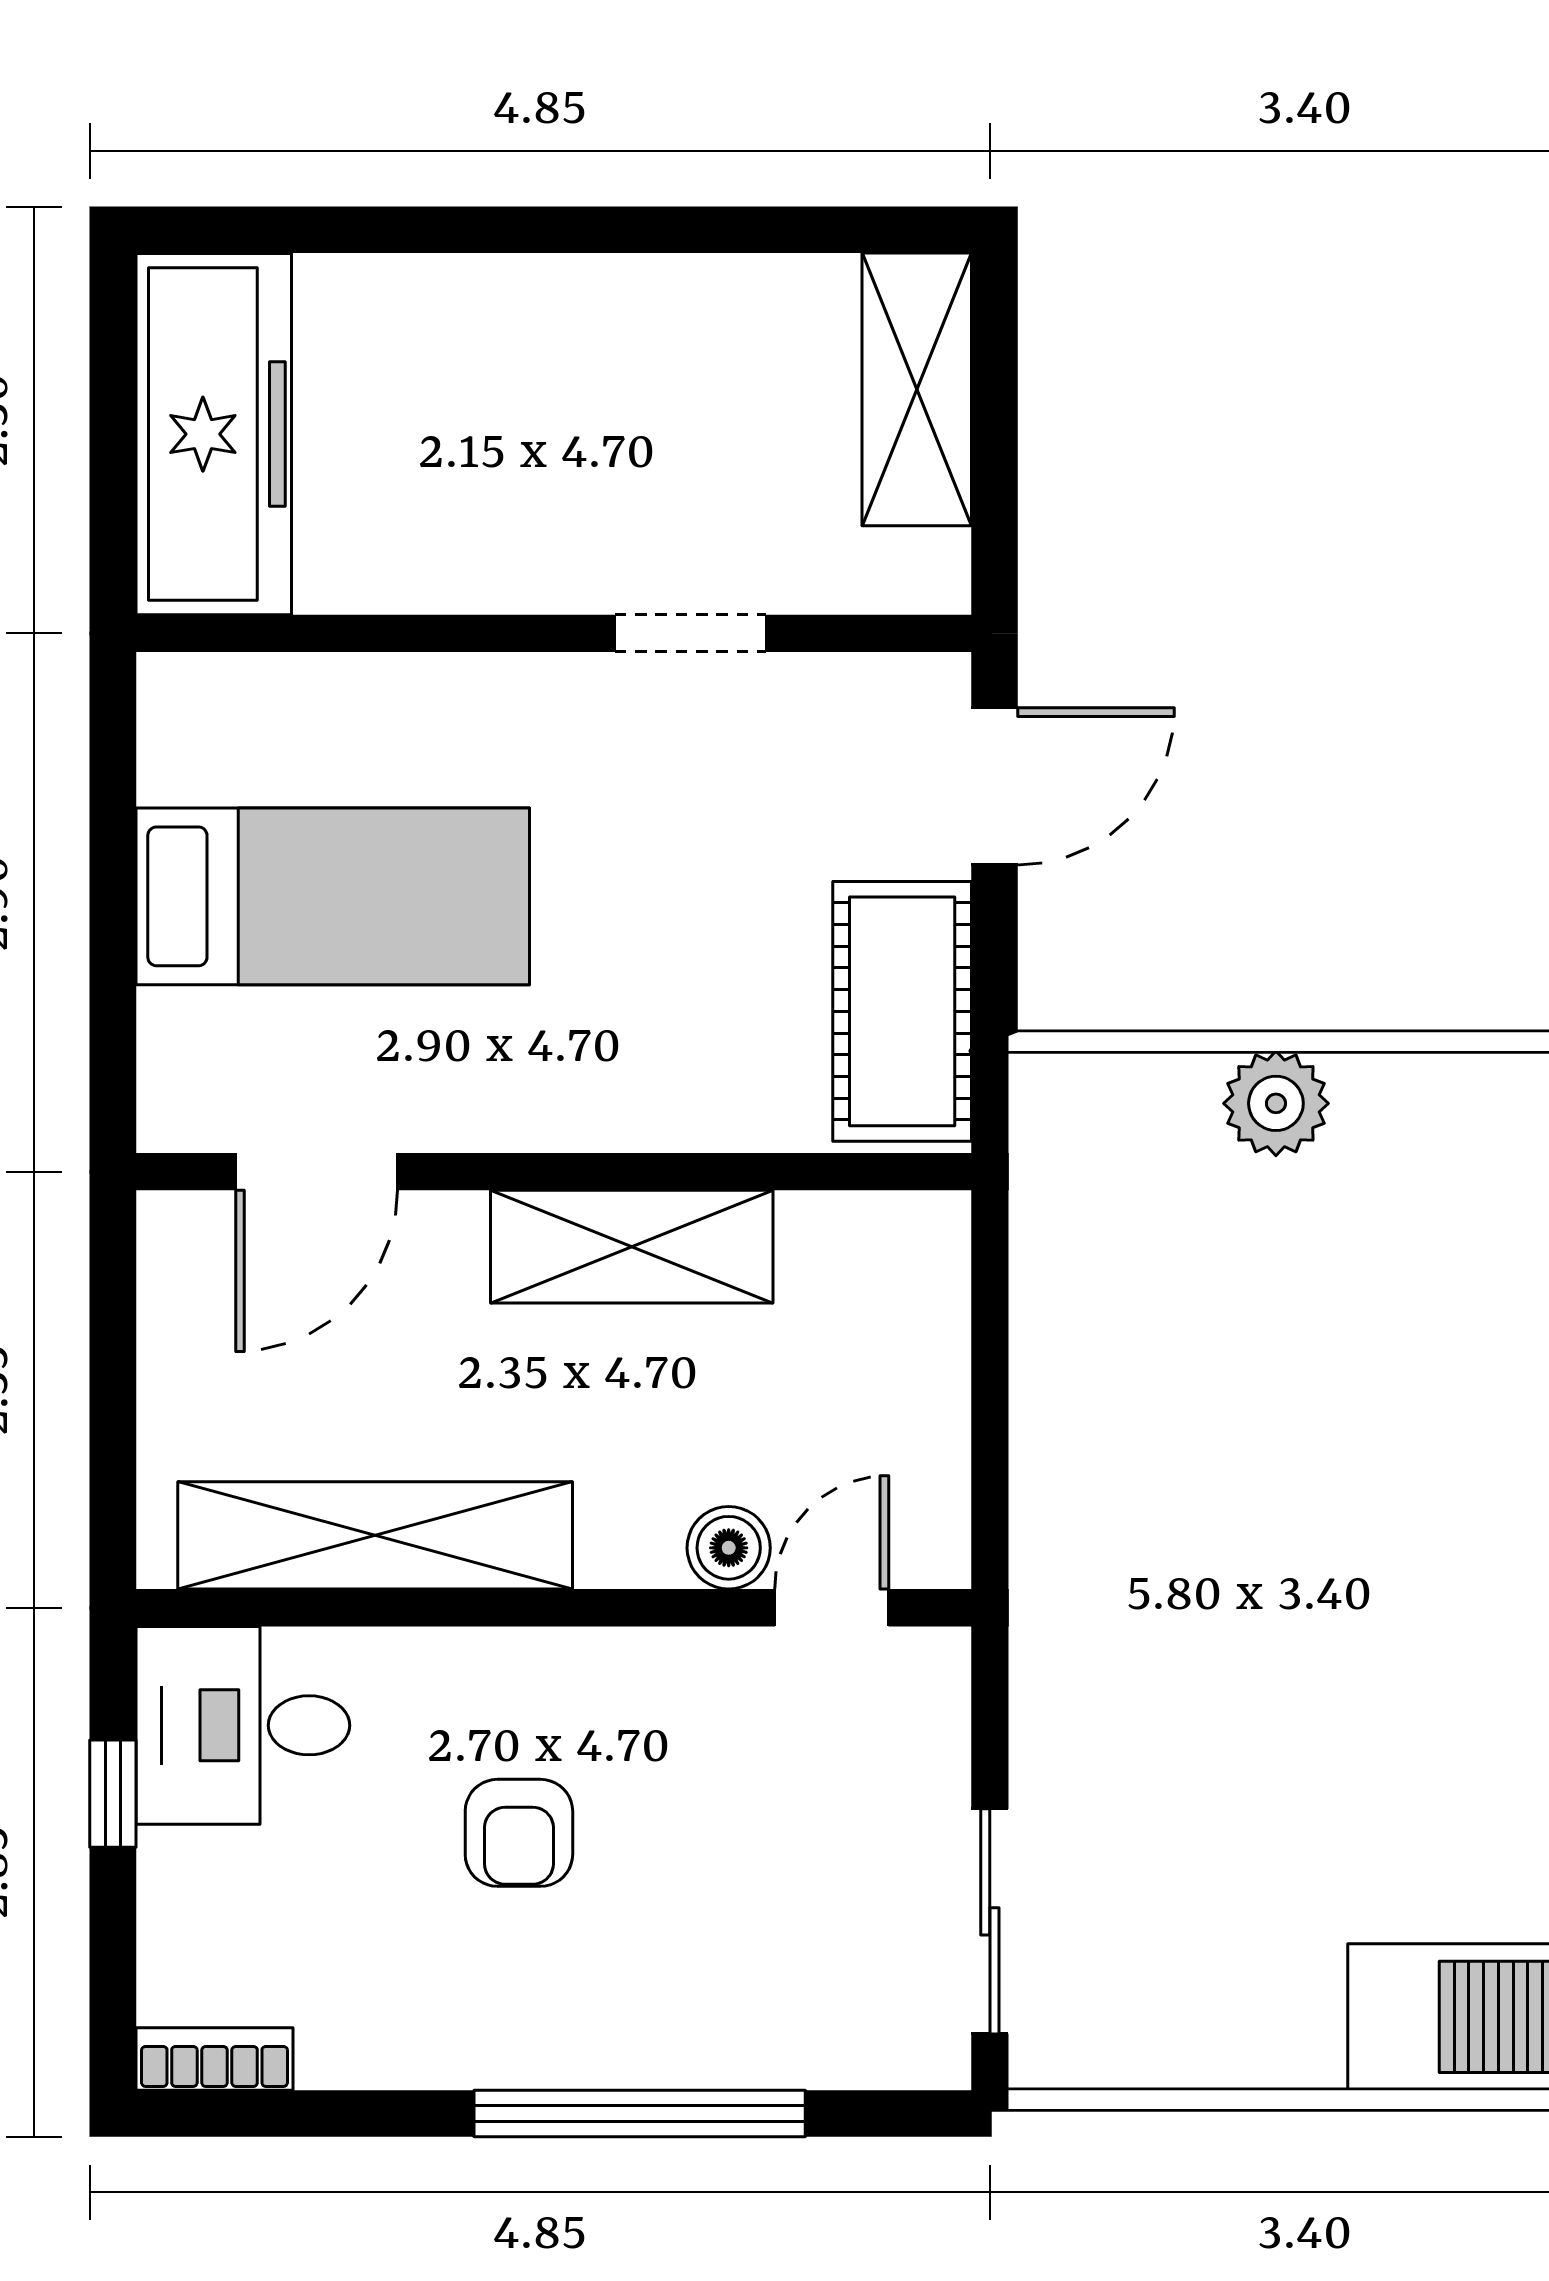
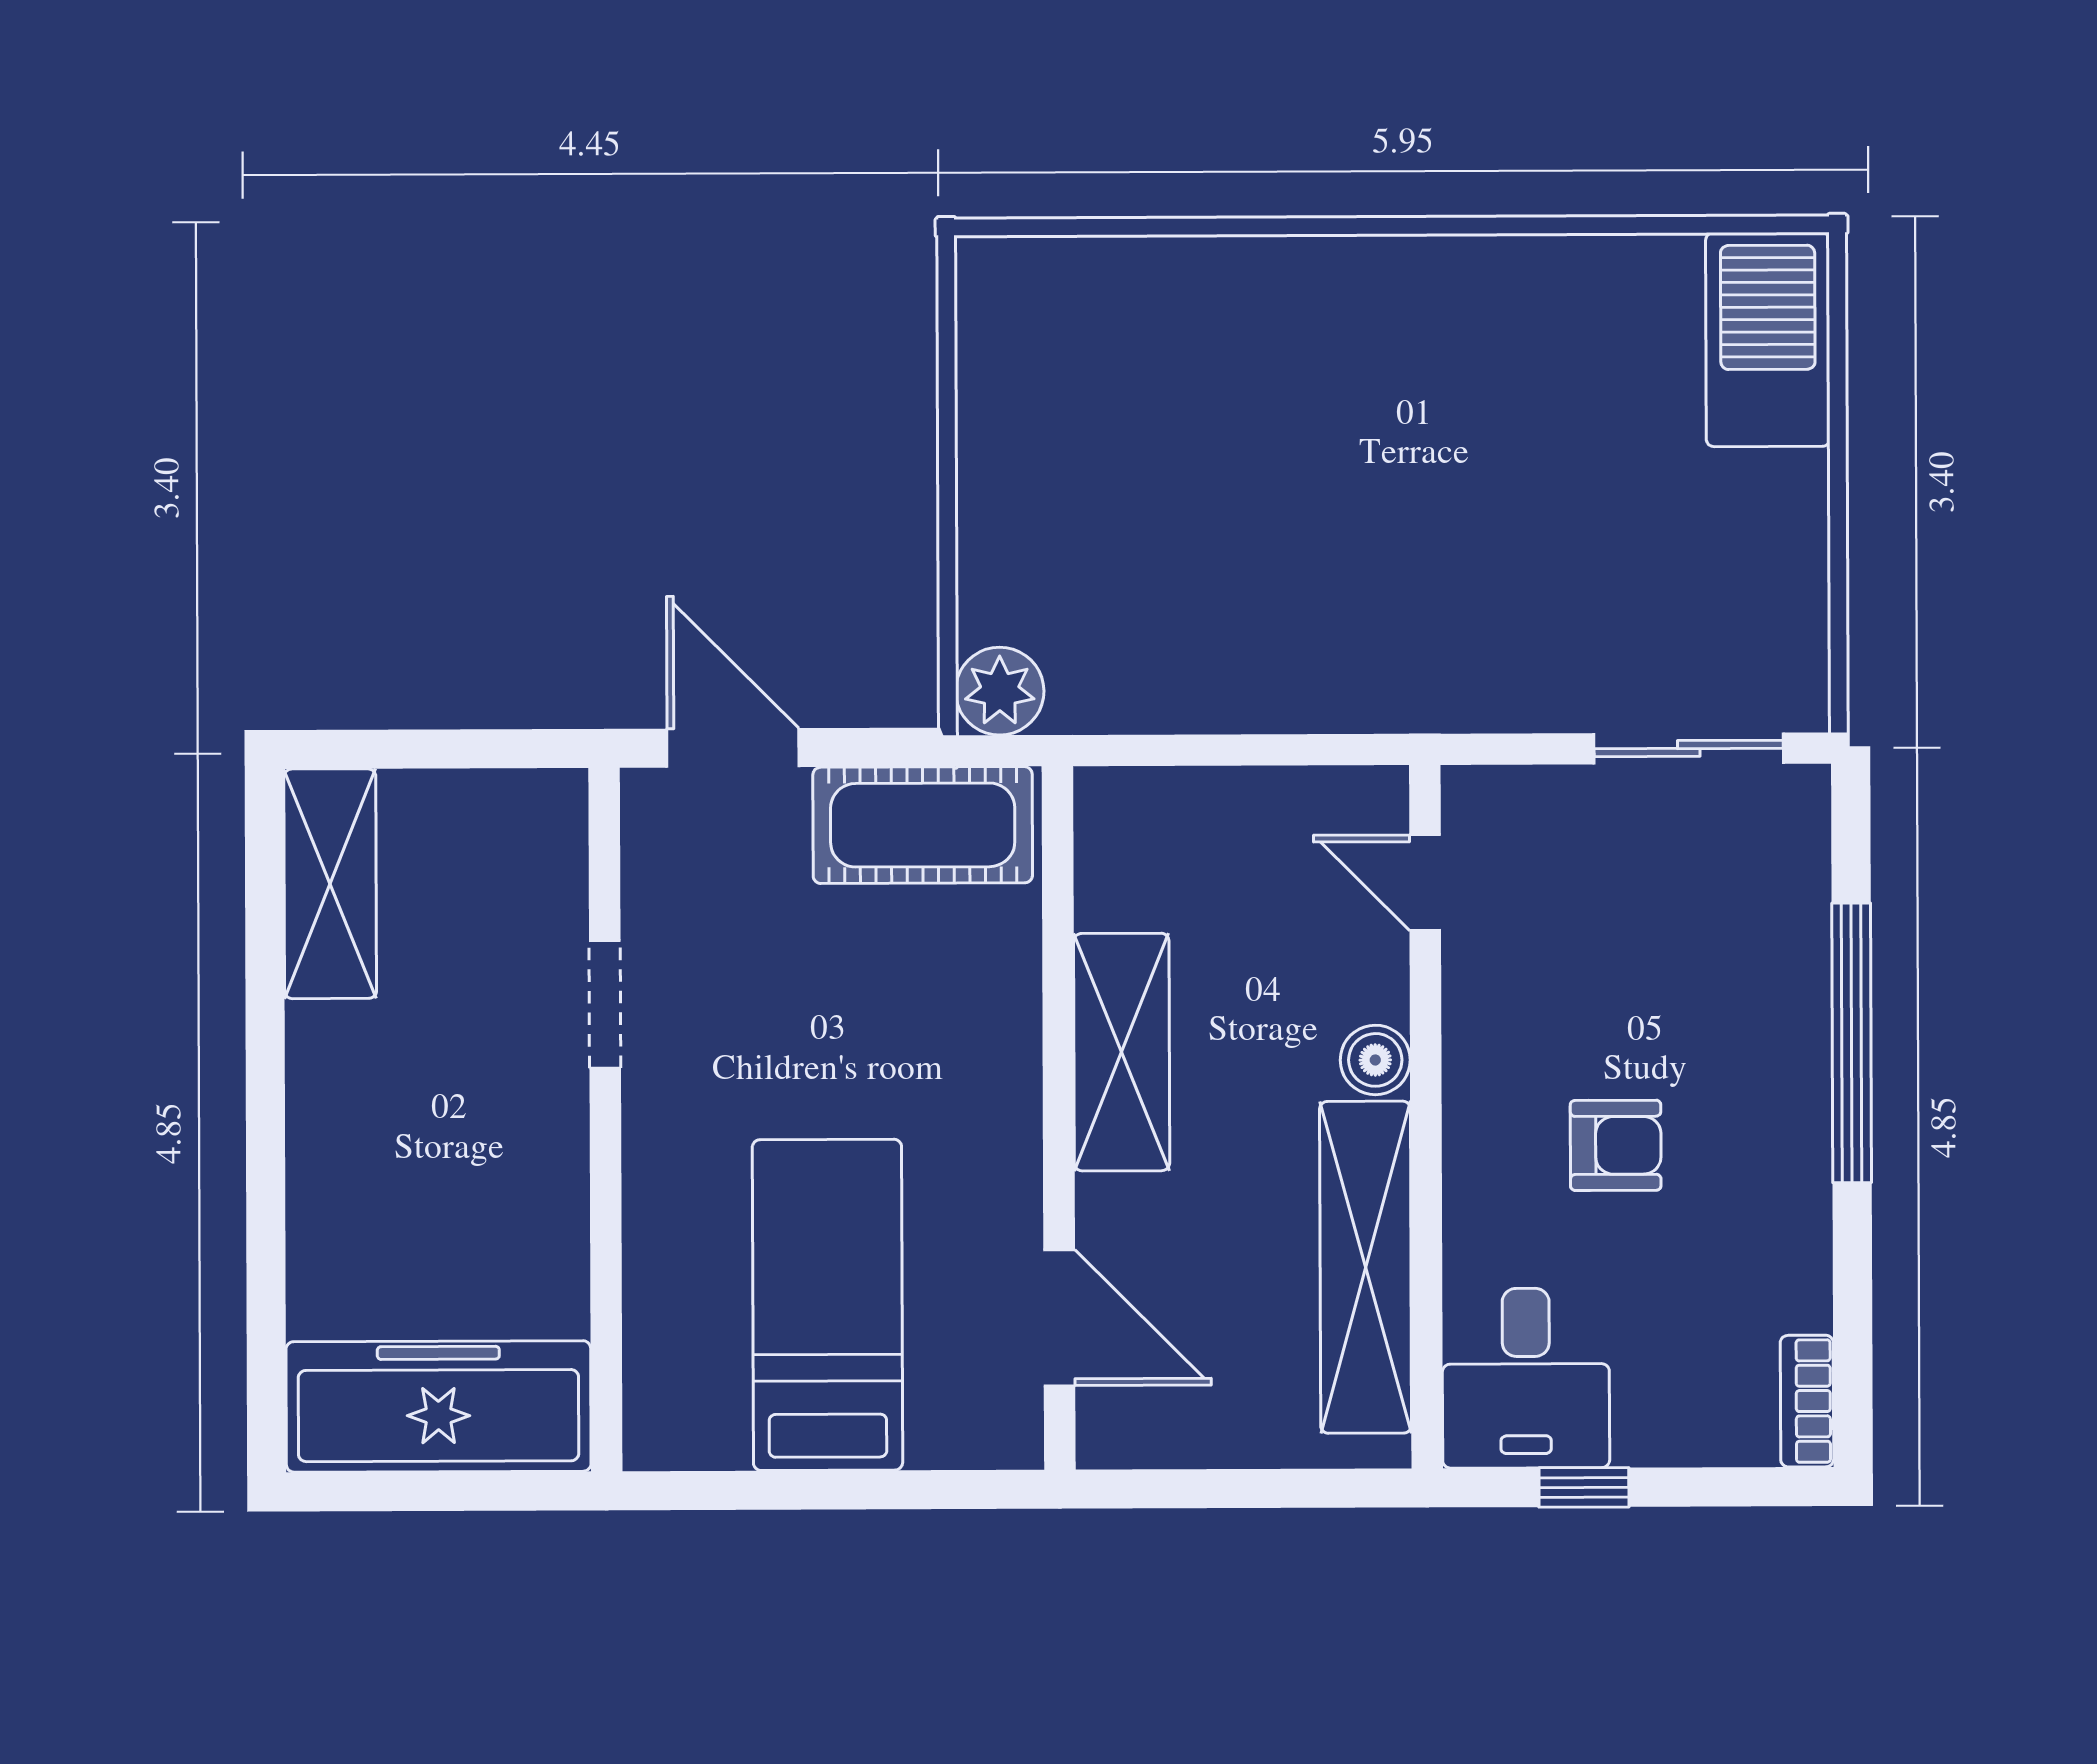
shelving: (917, 389) -> (330, 884), moved, turned 90
plant: (1276, 1103) -> (1000, 691), moved
boiler: (729, 1548) -> (1375, 1060), moved

